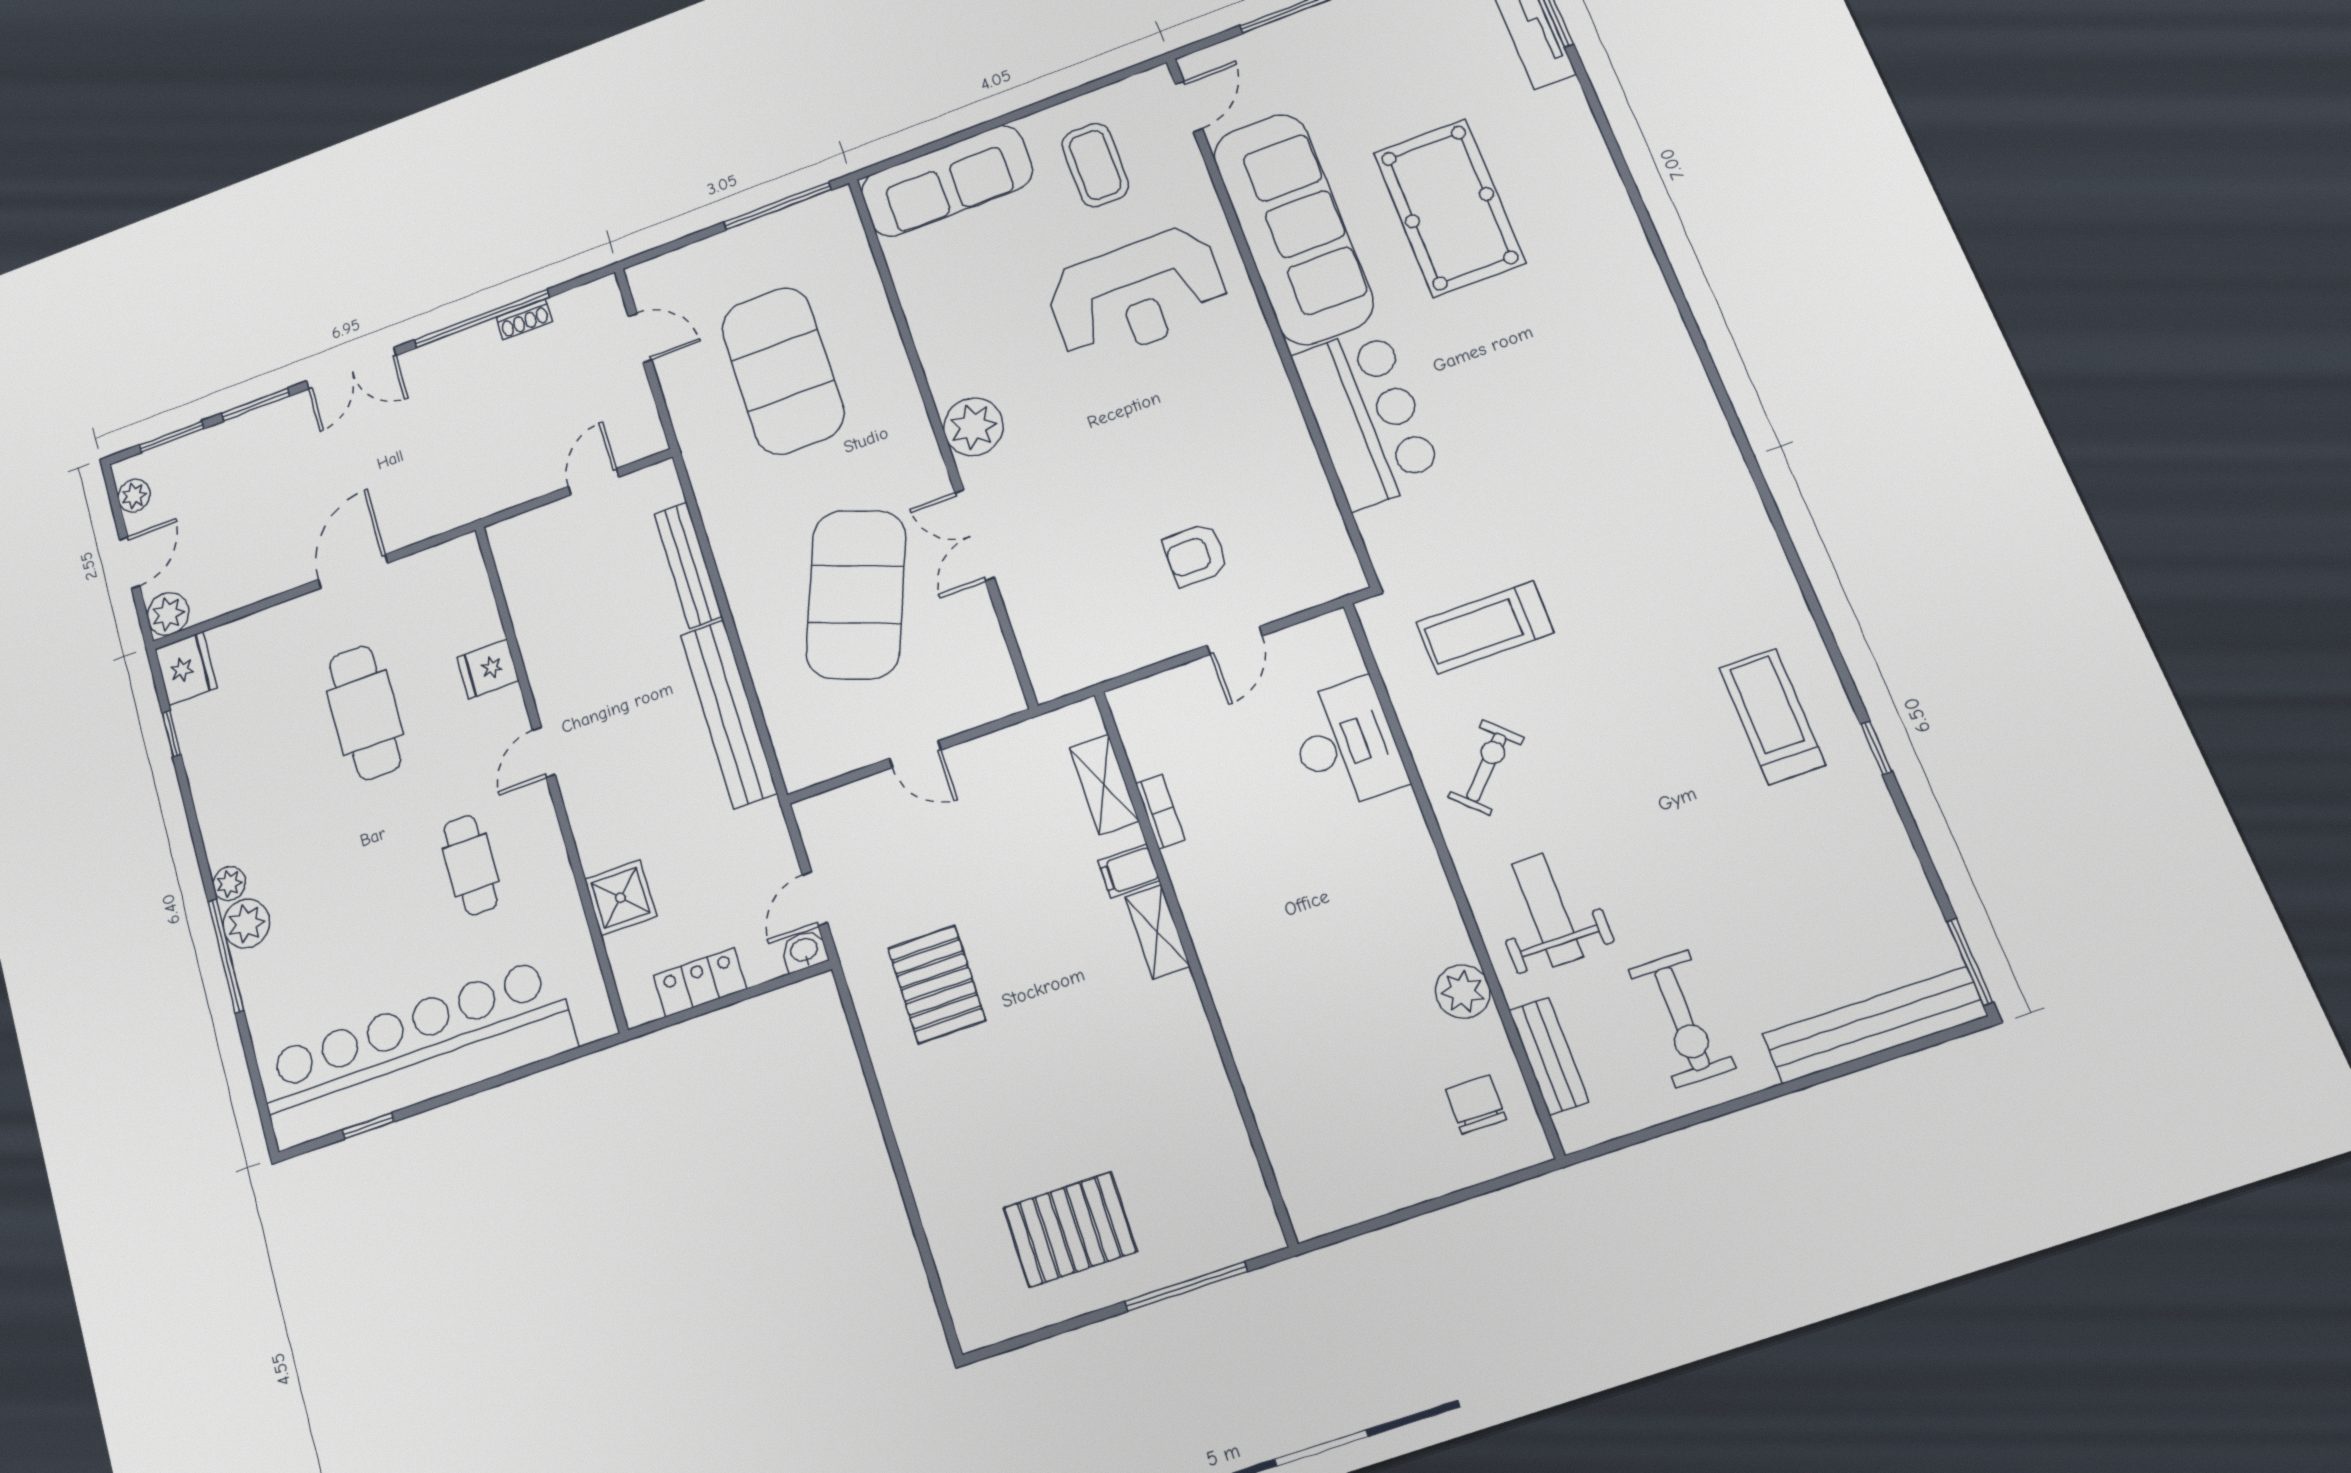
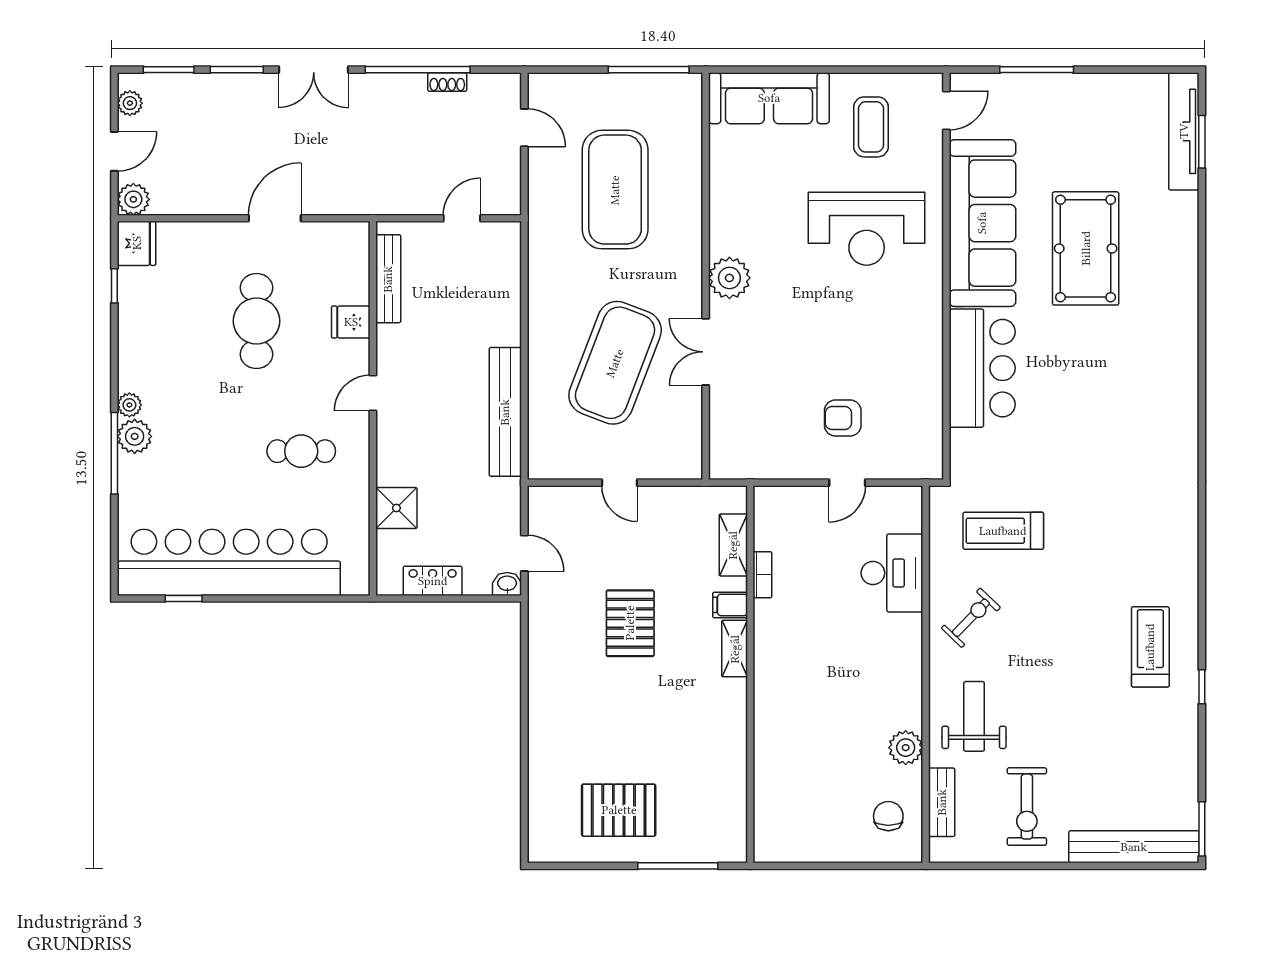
bench: (688, 565) -> (388, 279), moved
cafe table: (471, 865) -> (301, 451), turned 90
door: (815, 899) -> (524, 553), swing flipped
pallet: (937, 984) -> (630, 623), moved

